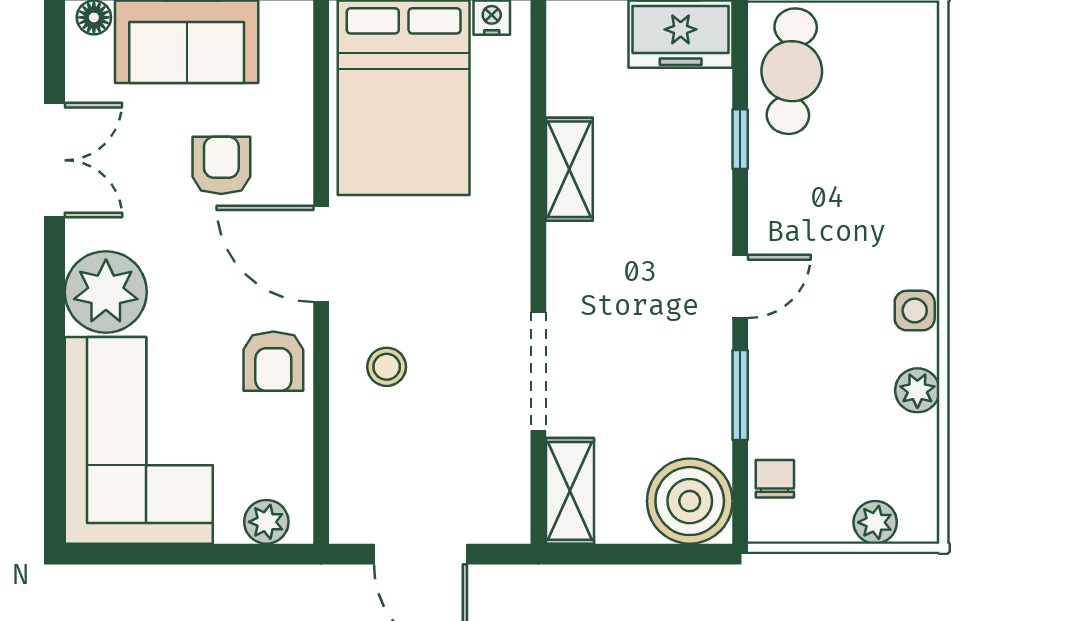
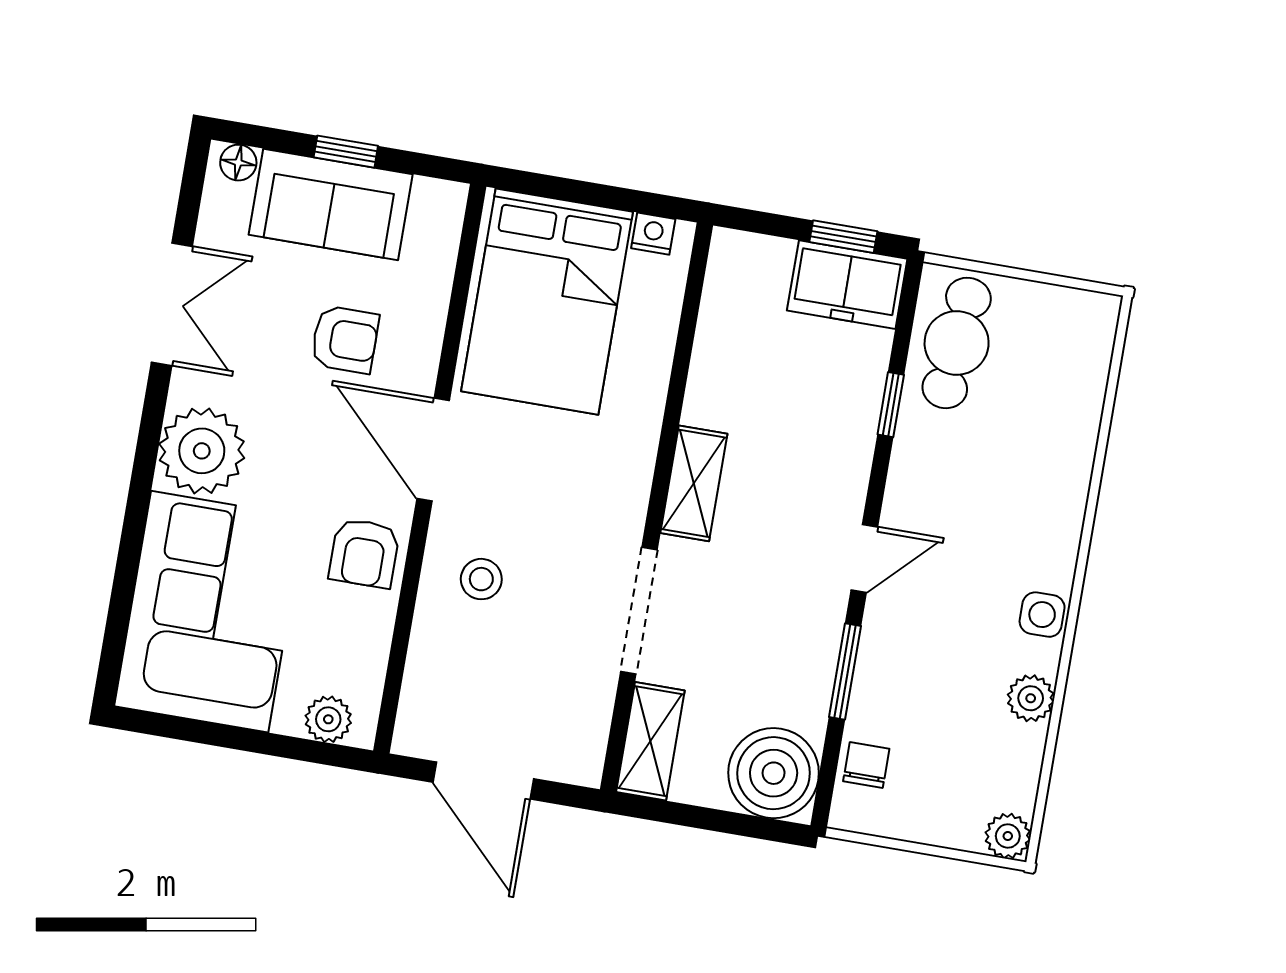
armchair: (221, 165) -> (345, 340), turned 90
shelving: (569, 169) -> (694, 483), moved
plant: (875, 522) -> (1008, 836), moved

